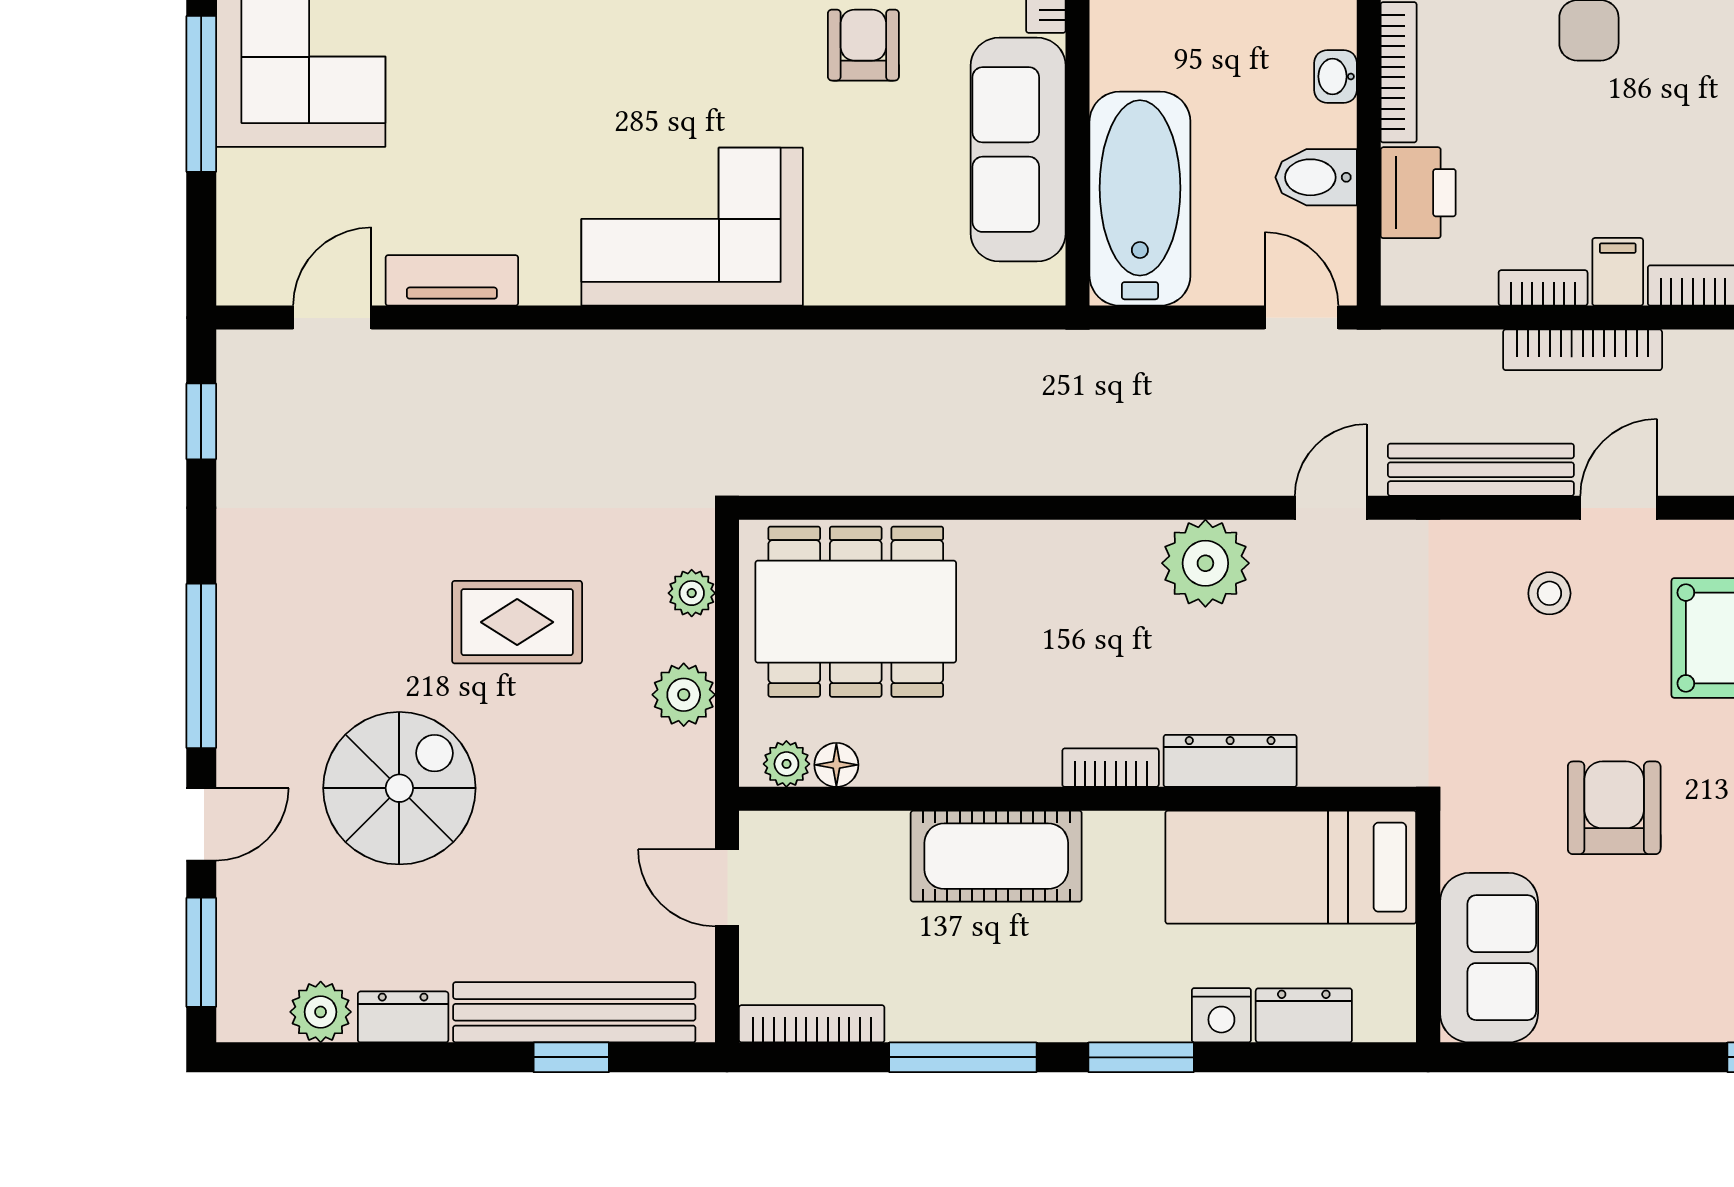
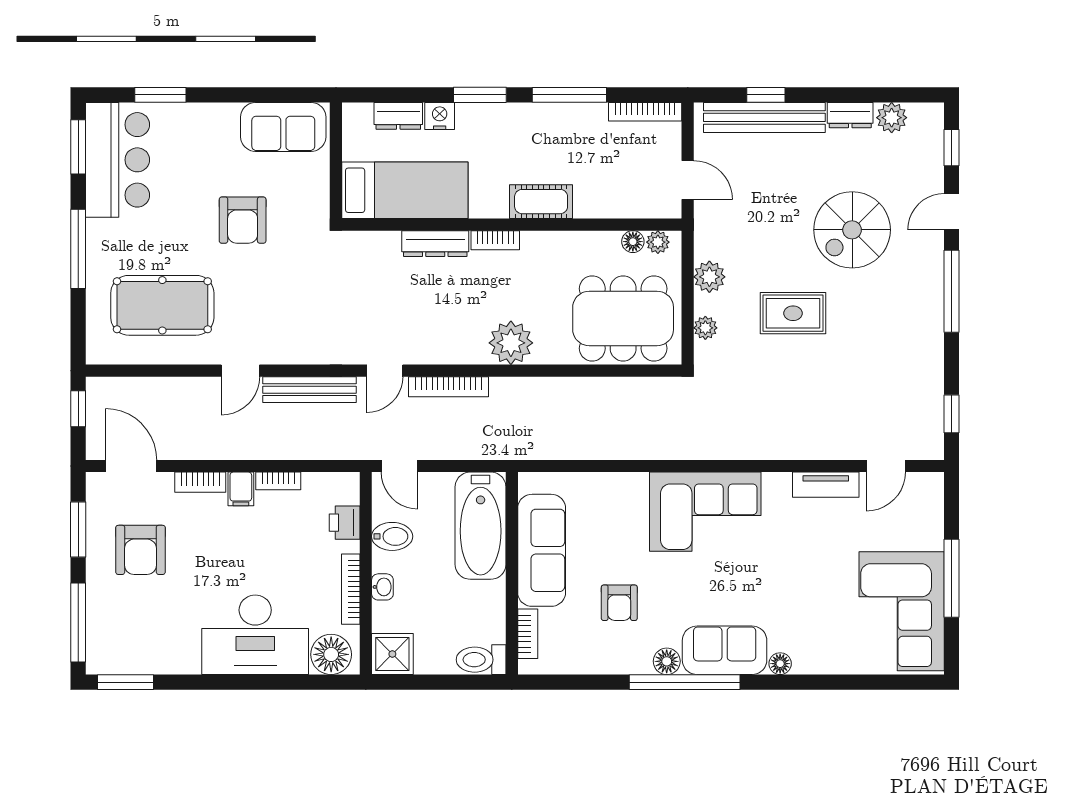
printer: (1418, 193) -> (345, 523), width x0.73, depth x0.81
bookcase: (1583, 350) -> (448, 387), moved, turned 180
plant: (1205, 563) -> (511, 343), moved
stool: (1549, 593) -> (275, 328), removed
cot: (996, 856) -> (541, 202), width x0.73, depth x0.75
window: (201, 952) -> (951, 148), width x0.67
sofa: (1489, 958) -> (283, 127), moved, turned -90

